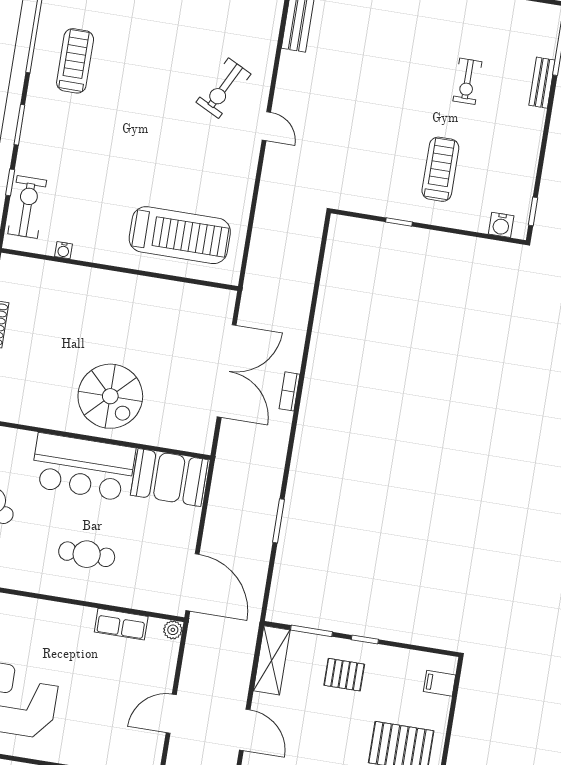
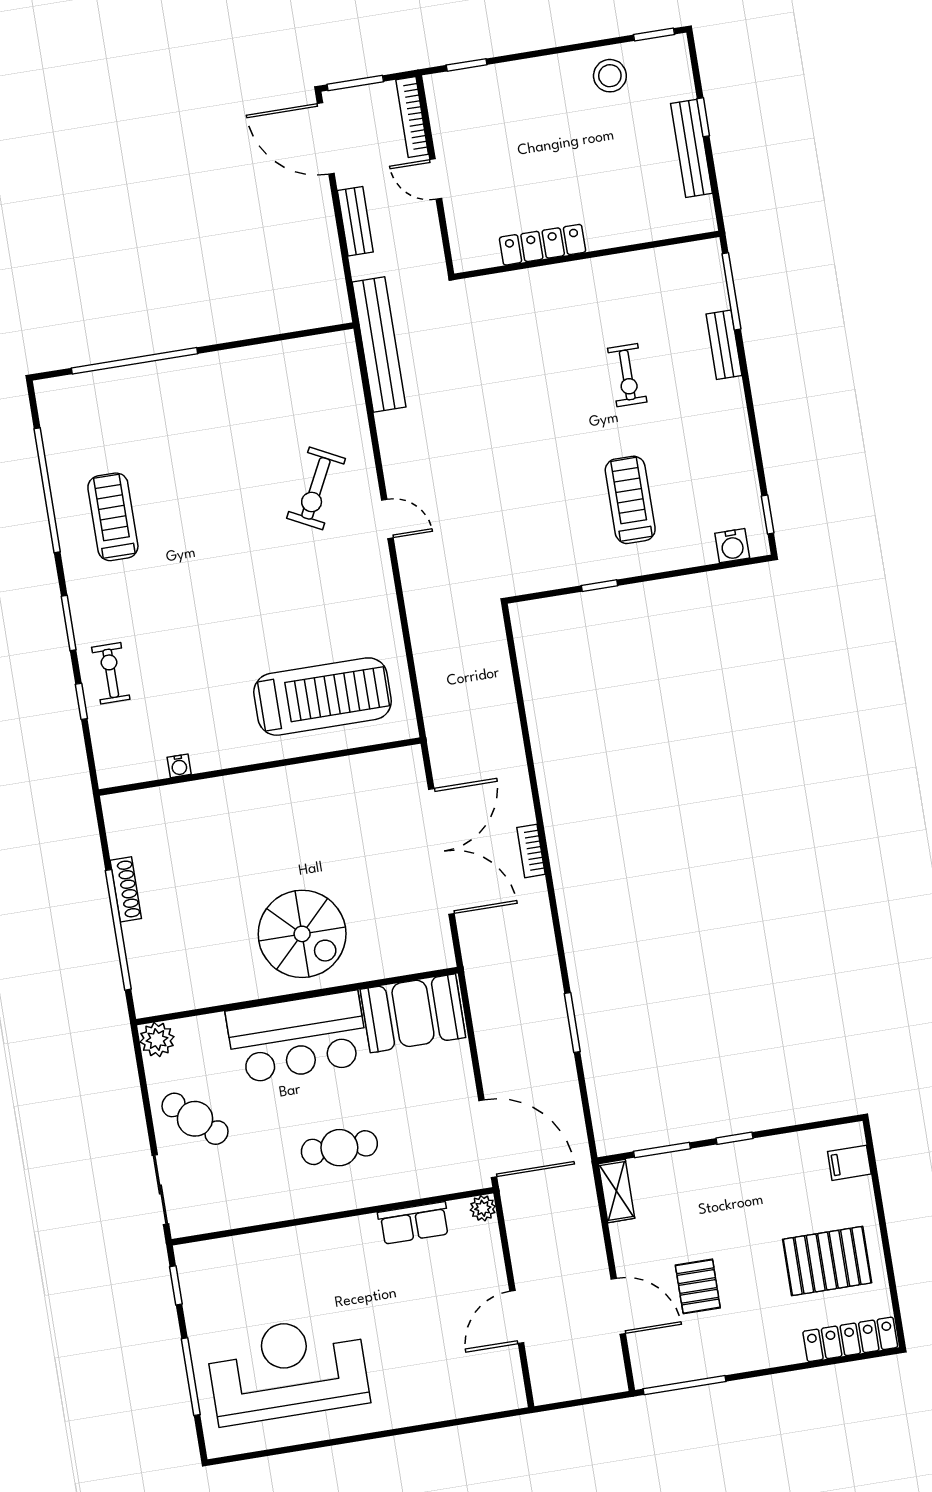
exercise bike: (27, 207) -> (111, 673), moved, width x0.73, depth x0.72
shelving: (272, 660) -> (616, 1191), width x0.67, depth x0.75
pallet: (344, 675) -> (698, 1286), moved, turned 90

